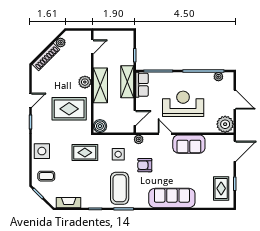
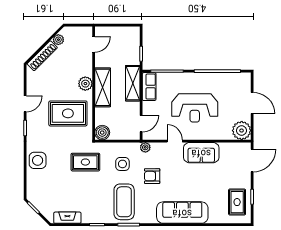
plant: (218, 77) -> (234, 78), removed
reception desk: (183, 104) -> (195, 108), turned 180
coffee table: (46, 176) -> (42, 188), removed

